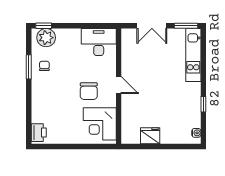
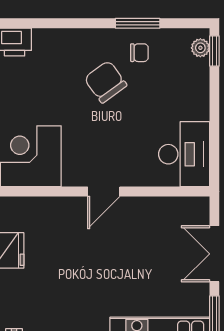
plant: (46, 38) -> (200, 48), width x0.53, depth x0.53
chair: (89, 91) -> (106, 82), moved, turned 54

